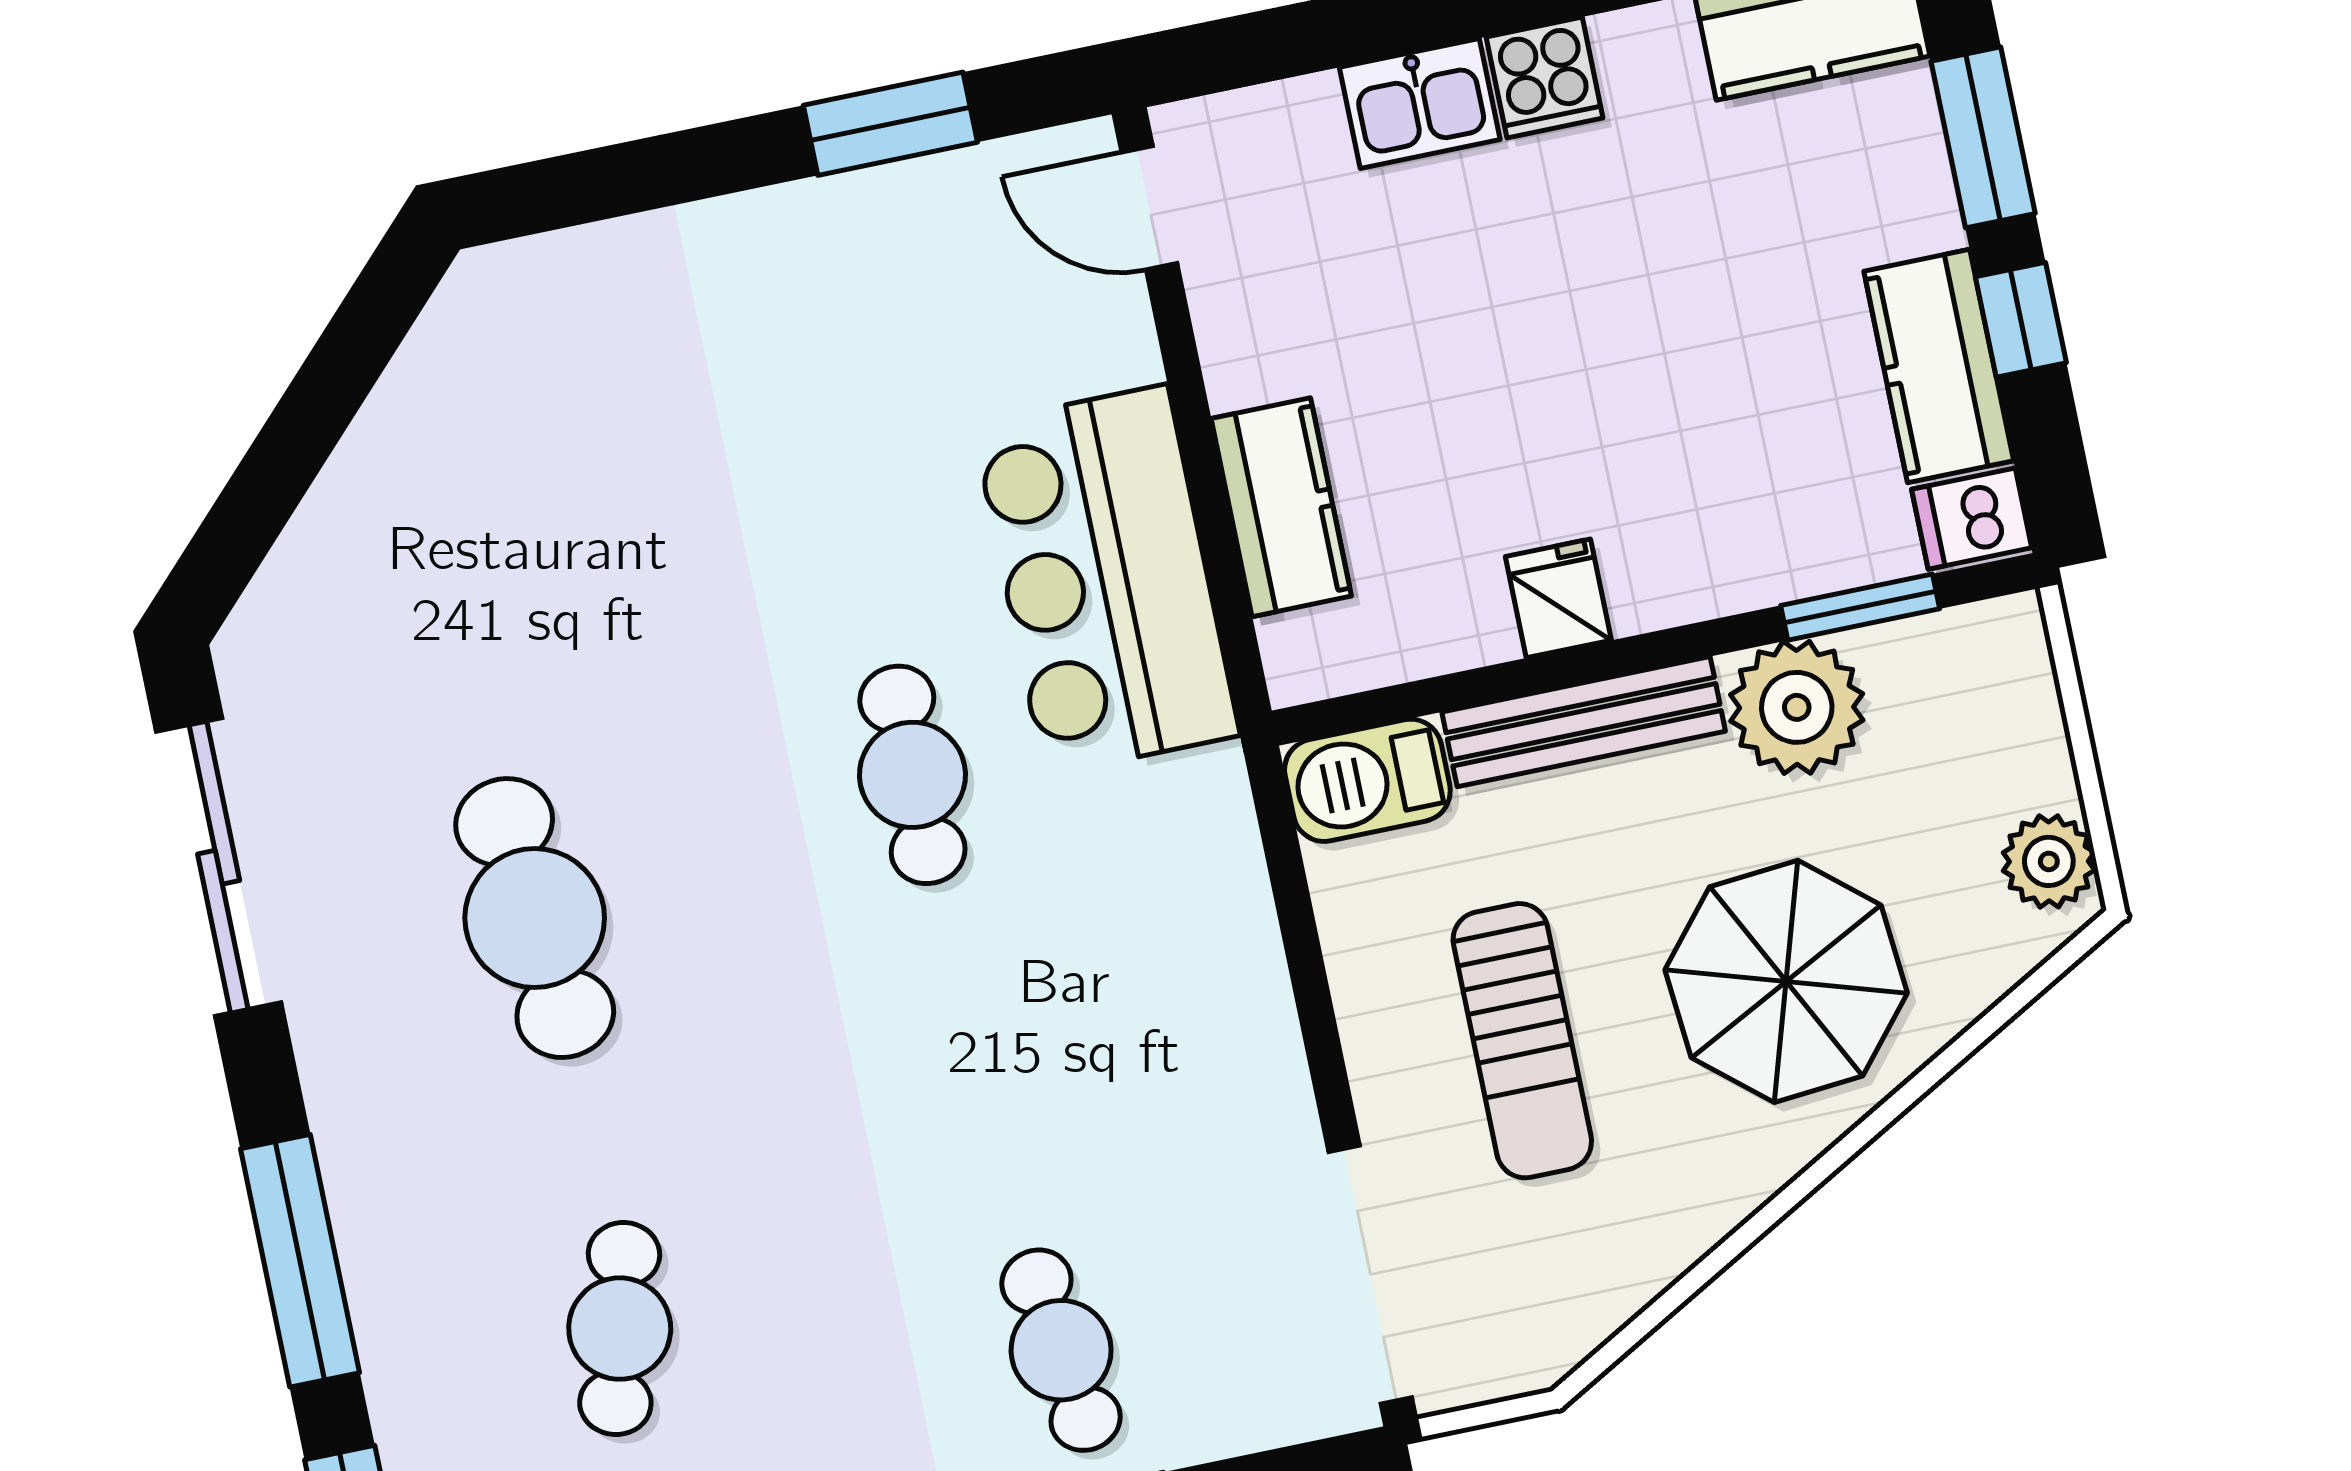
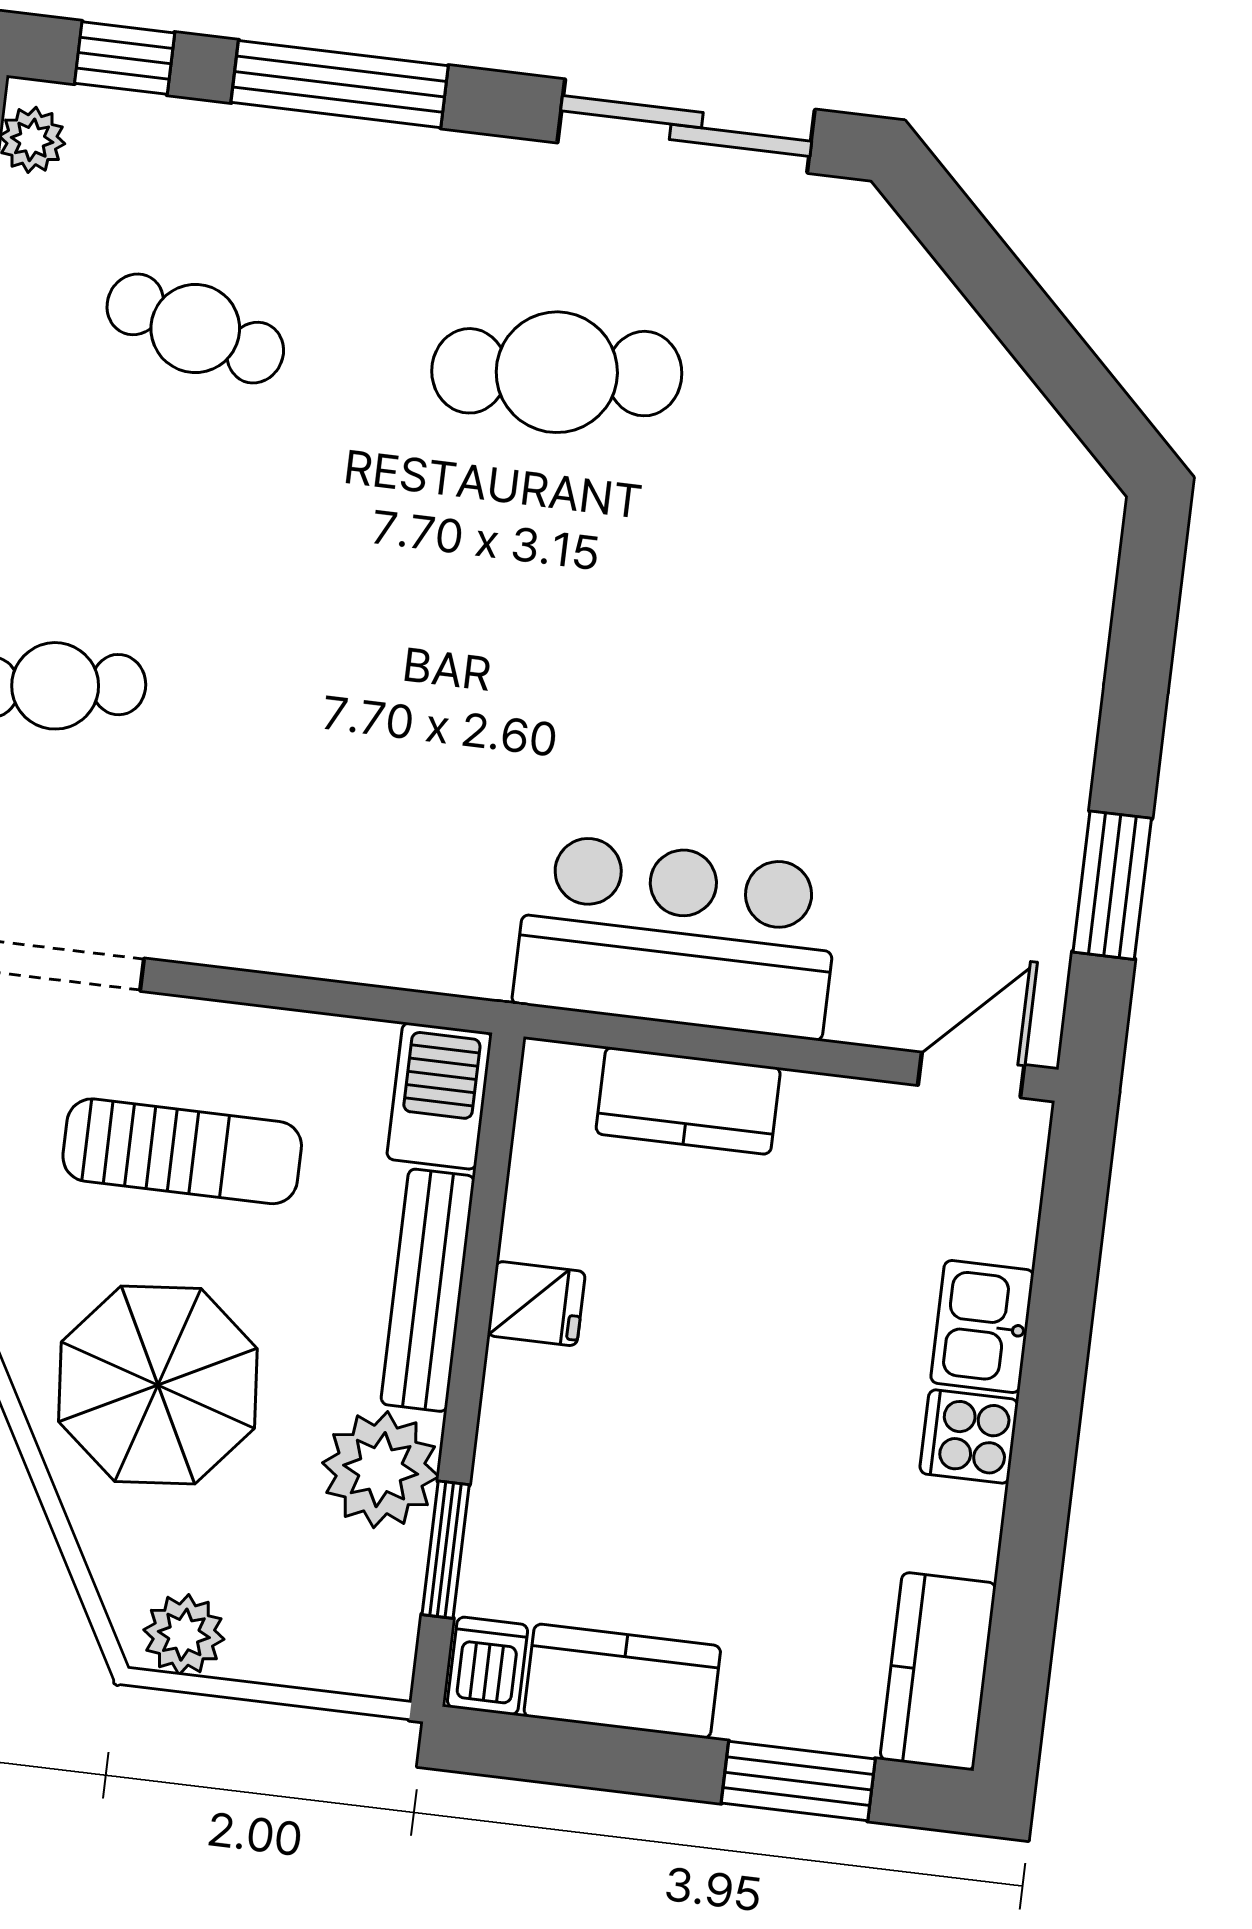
window: (2021, 320) -> (638, 1762), removed
cafe table: (912, 775) -> (570, 723), removed
sun lounger: (1522, 1041) -> (182, 1151), turned 180

